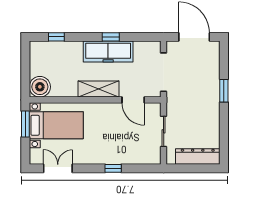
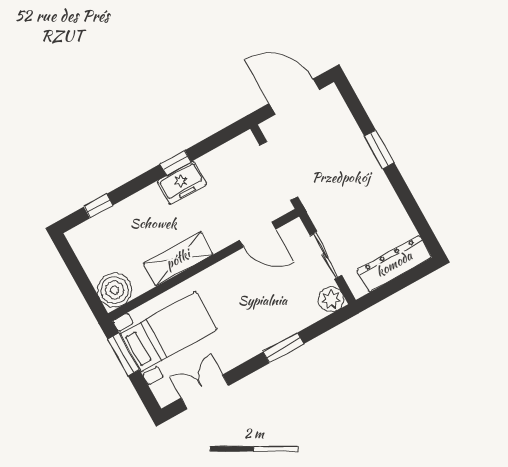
freezer: (108, 52) -> (182, 183), width x0.52, depth x0.79
shelving: (99, 89) -> (178, 259), moved
plant: (153, 157) -> (331, 299), added
window: (113, 168) -> (284, 348), width x1.50

